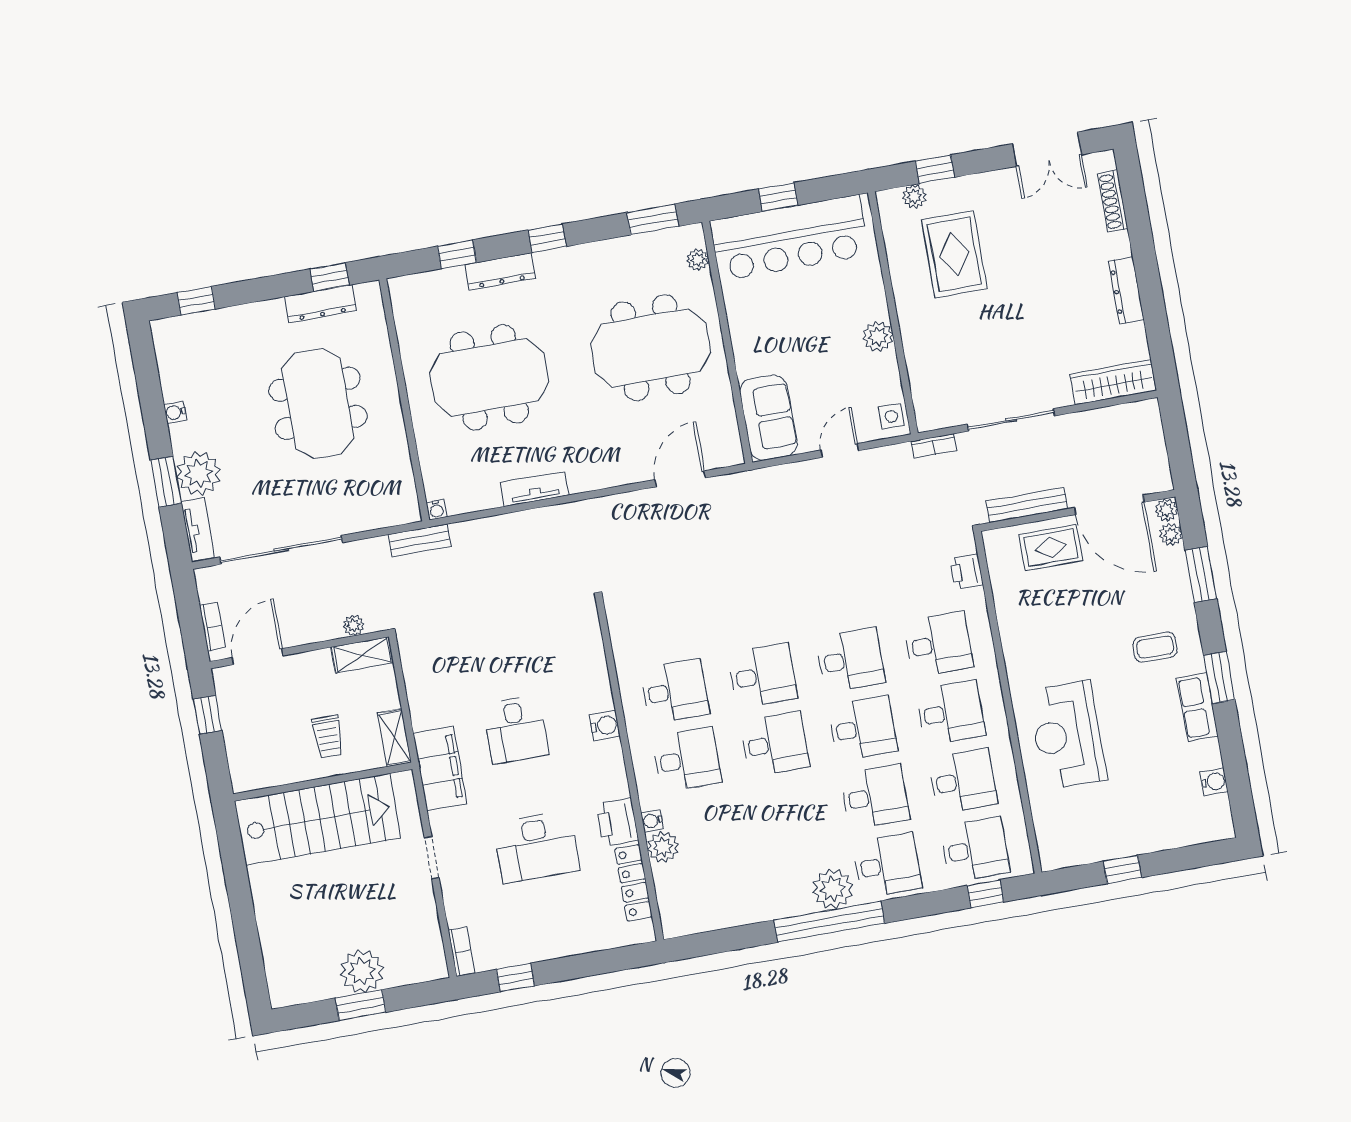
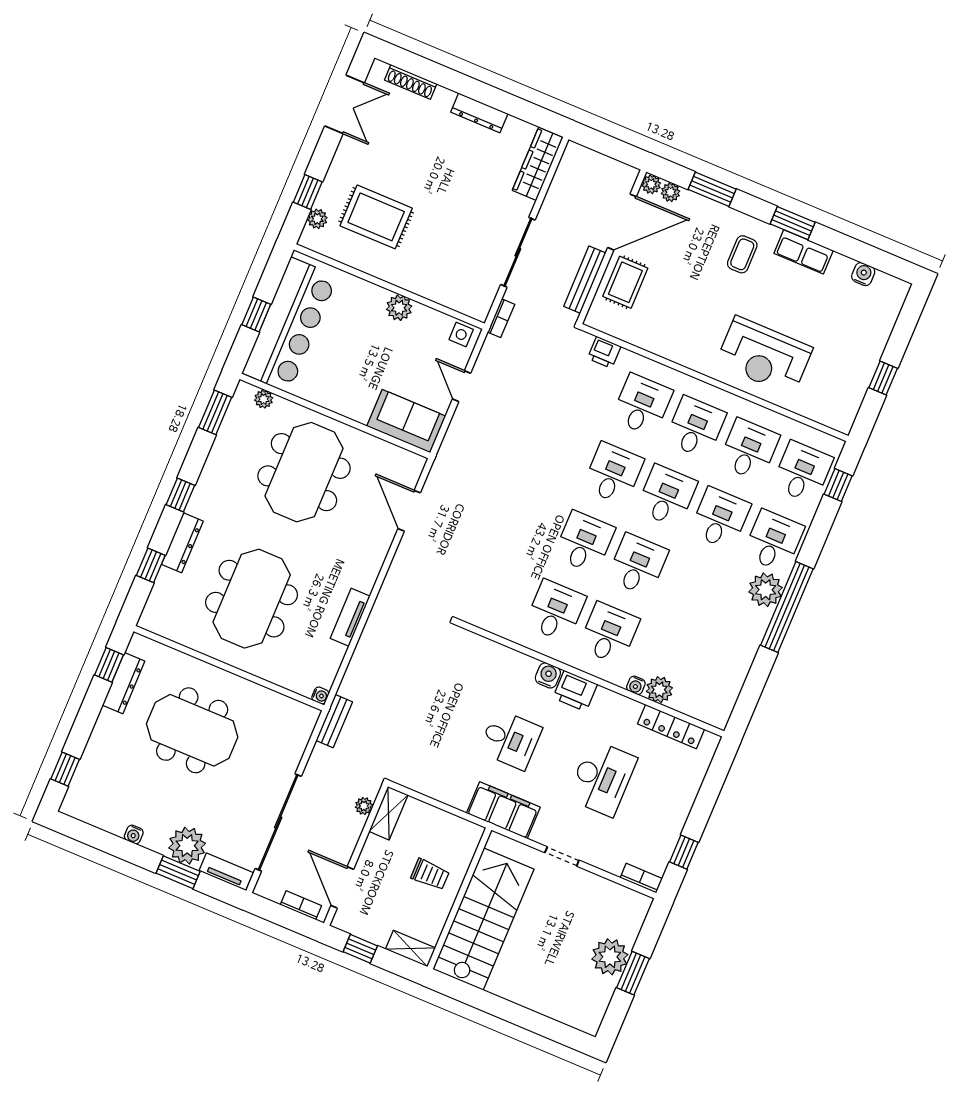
shelving: (394, 738) -> (410, 949), moved
printer: (617, 822) -> (575, 691), moved

